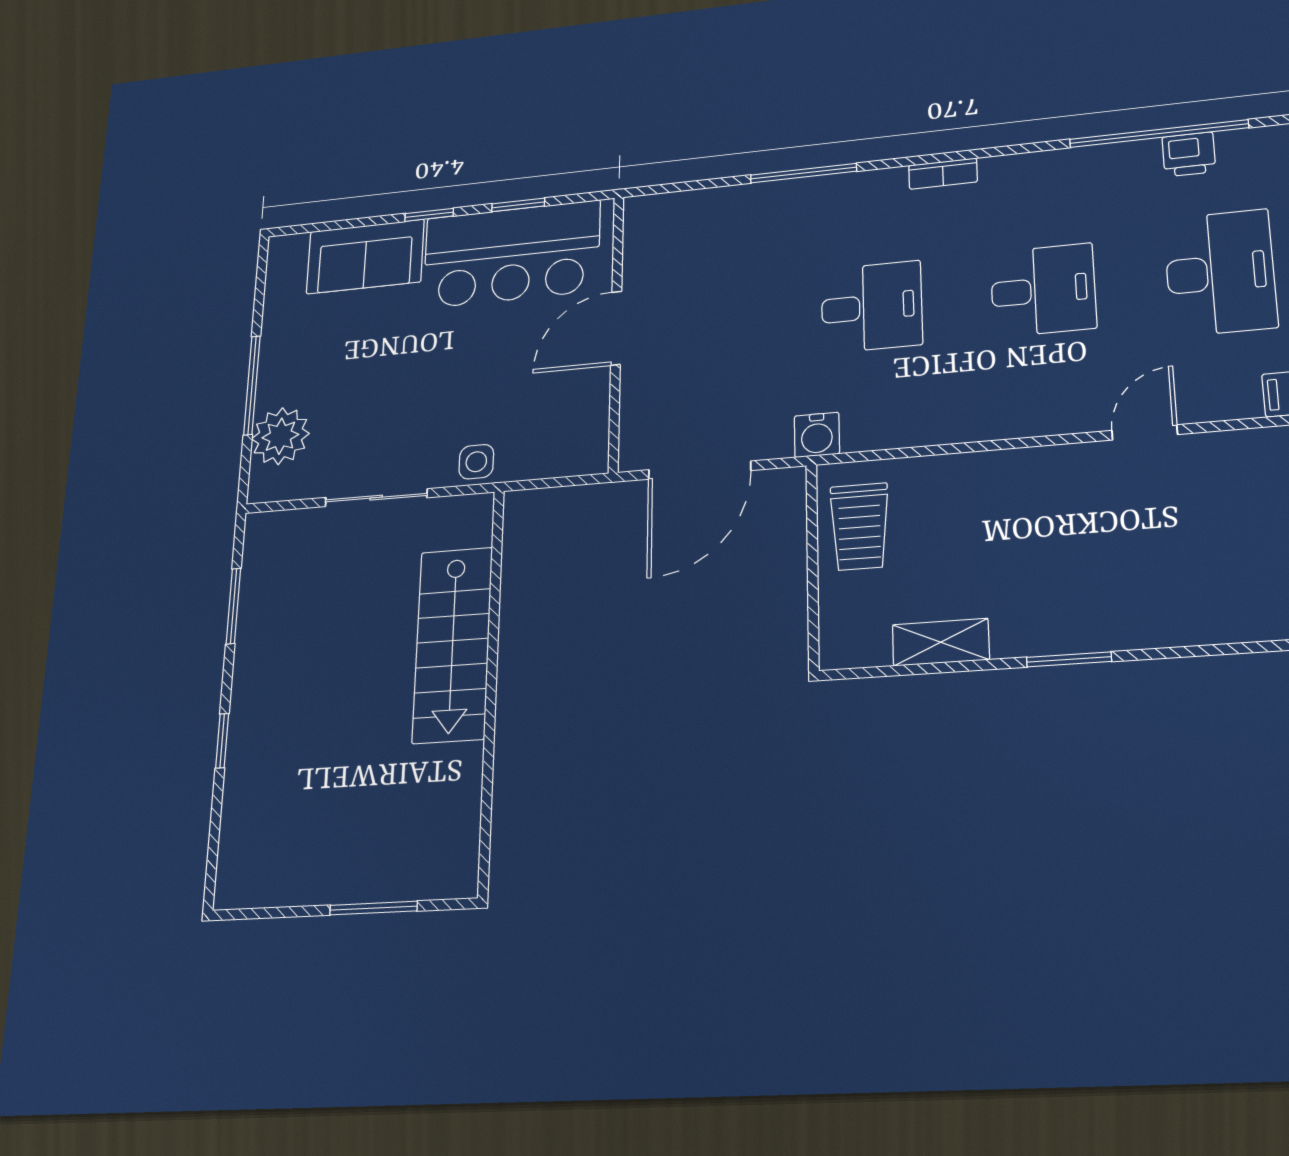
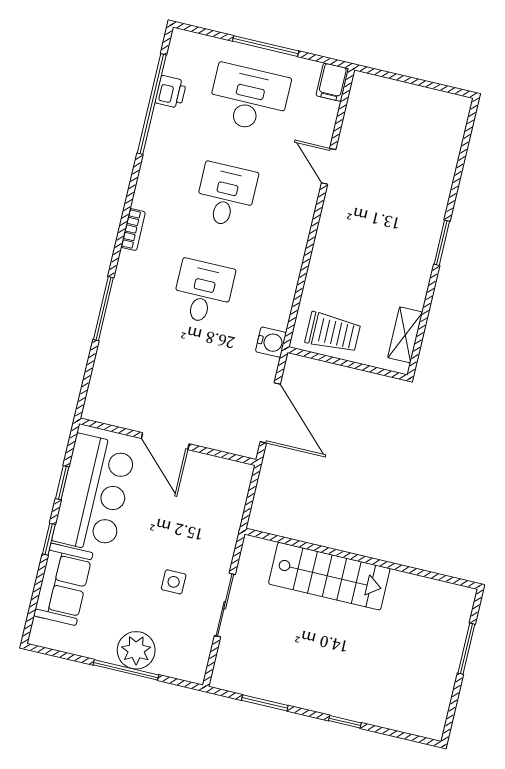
plant: (280, 436) -> (136, 650), moved
side table: (476, 462) -> (174, 582), moved
shelving: (941, 642) -> (405, 335), moved

